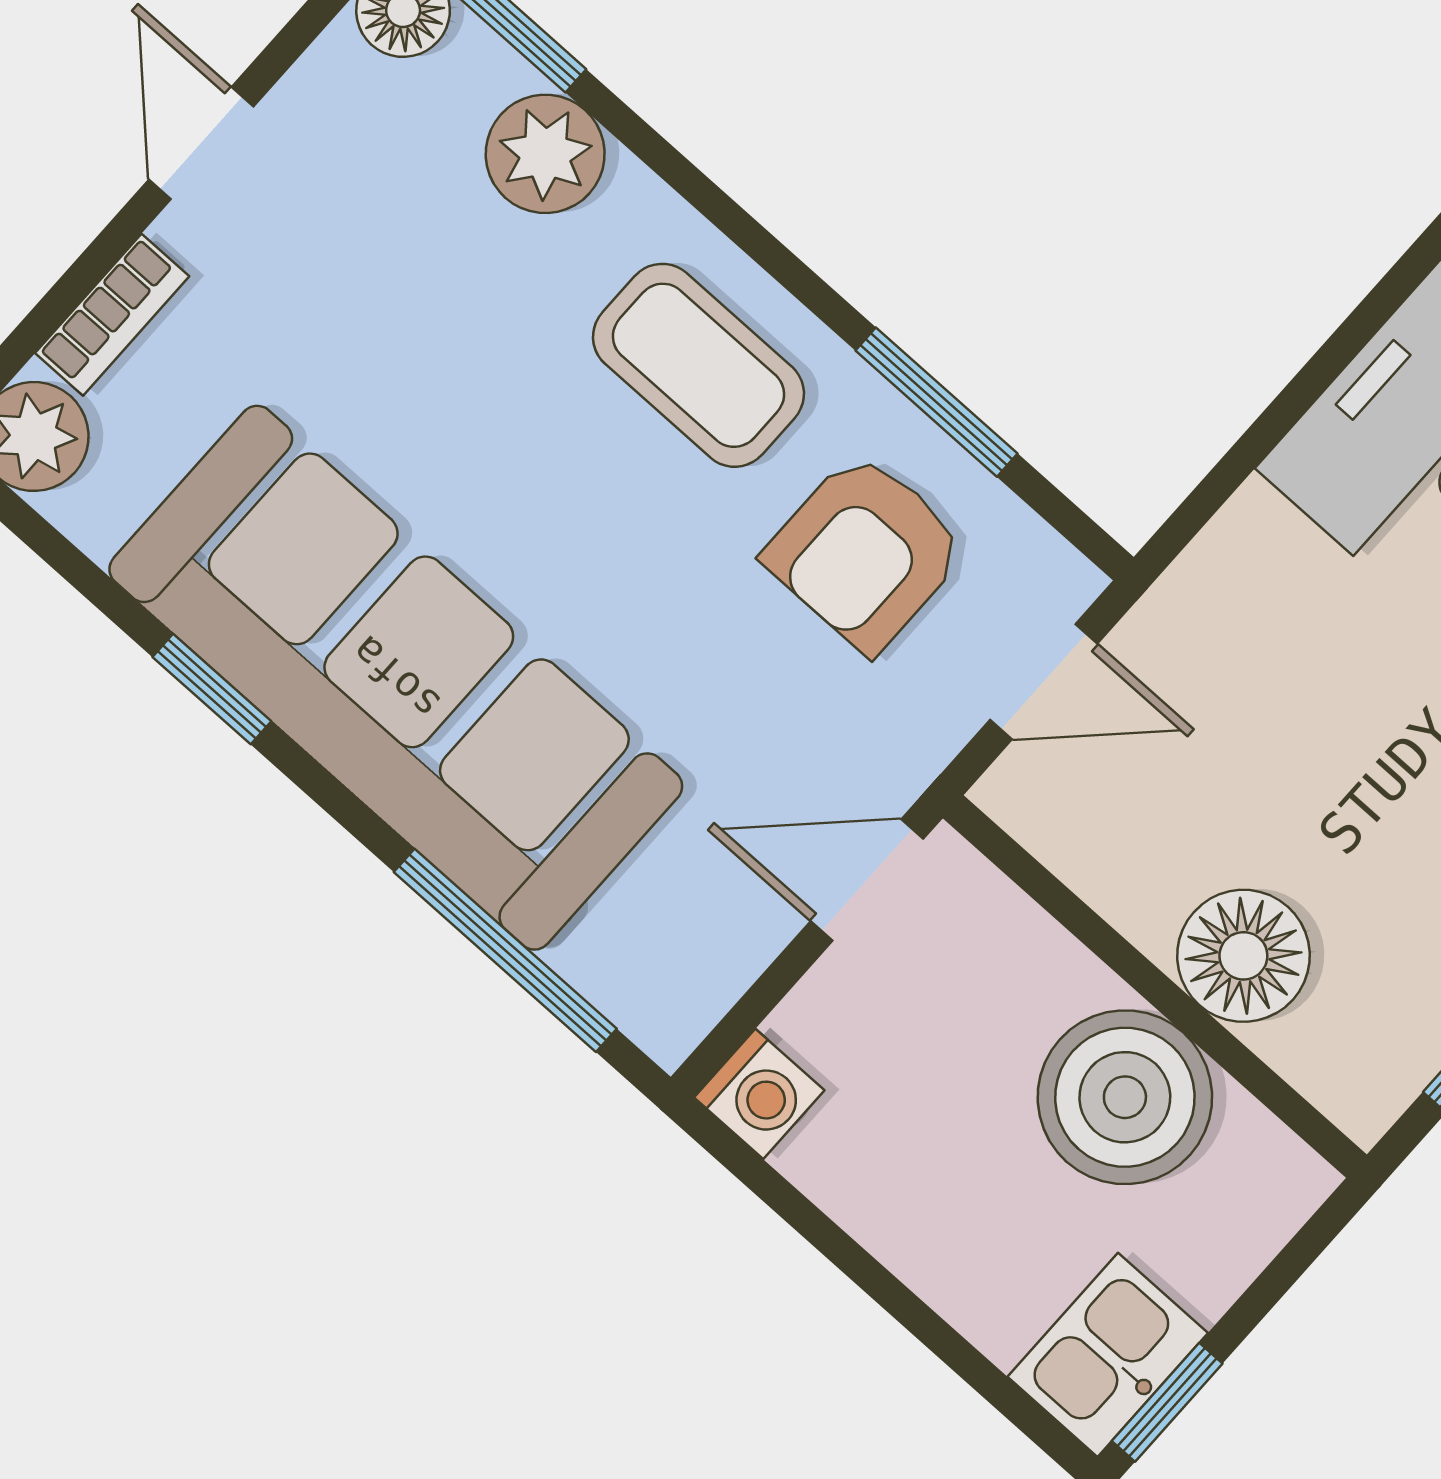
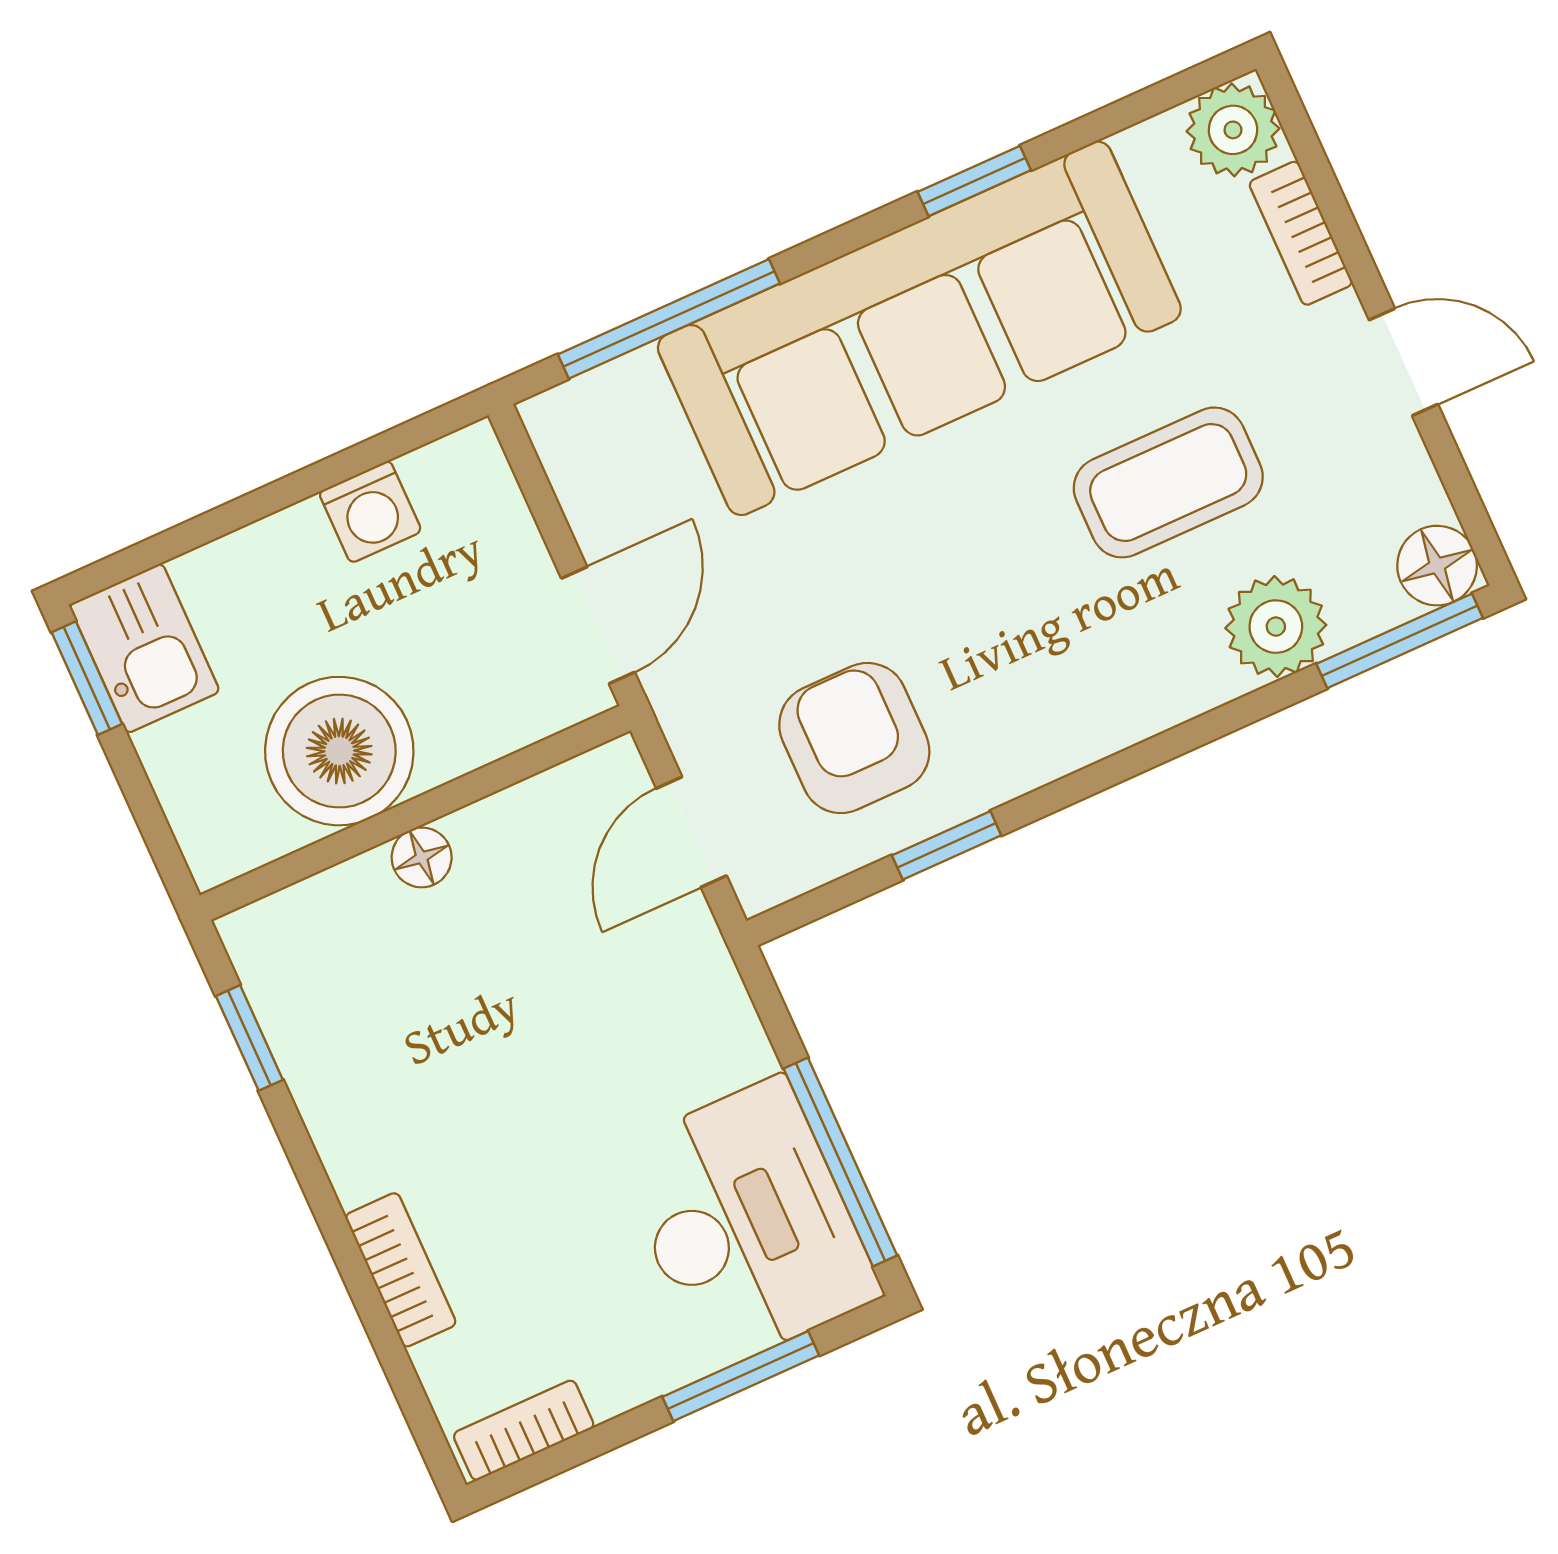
coffee table: (698, 365) -> (1168, 482), moved
window: (1326, 365) -> (840, 1162), added
window: (936, 402) -> (947, 845), width x0.67
floor lamp: (1243, 956) -> (422, 857), width x0.53, depth x0.53
washing machine: (759, 1094) -> (370, 512), moved, turned -90

